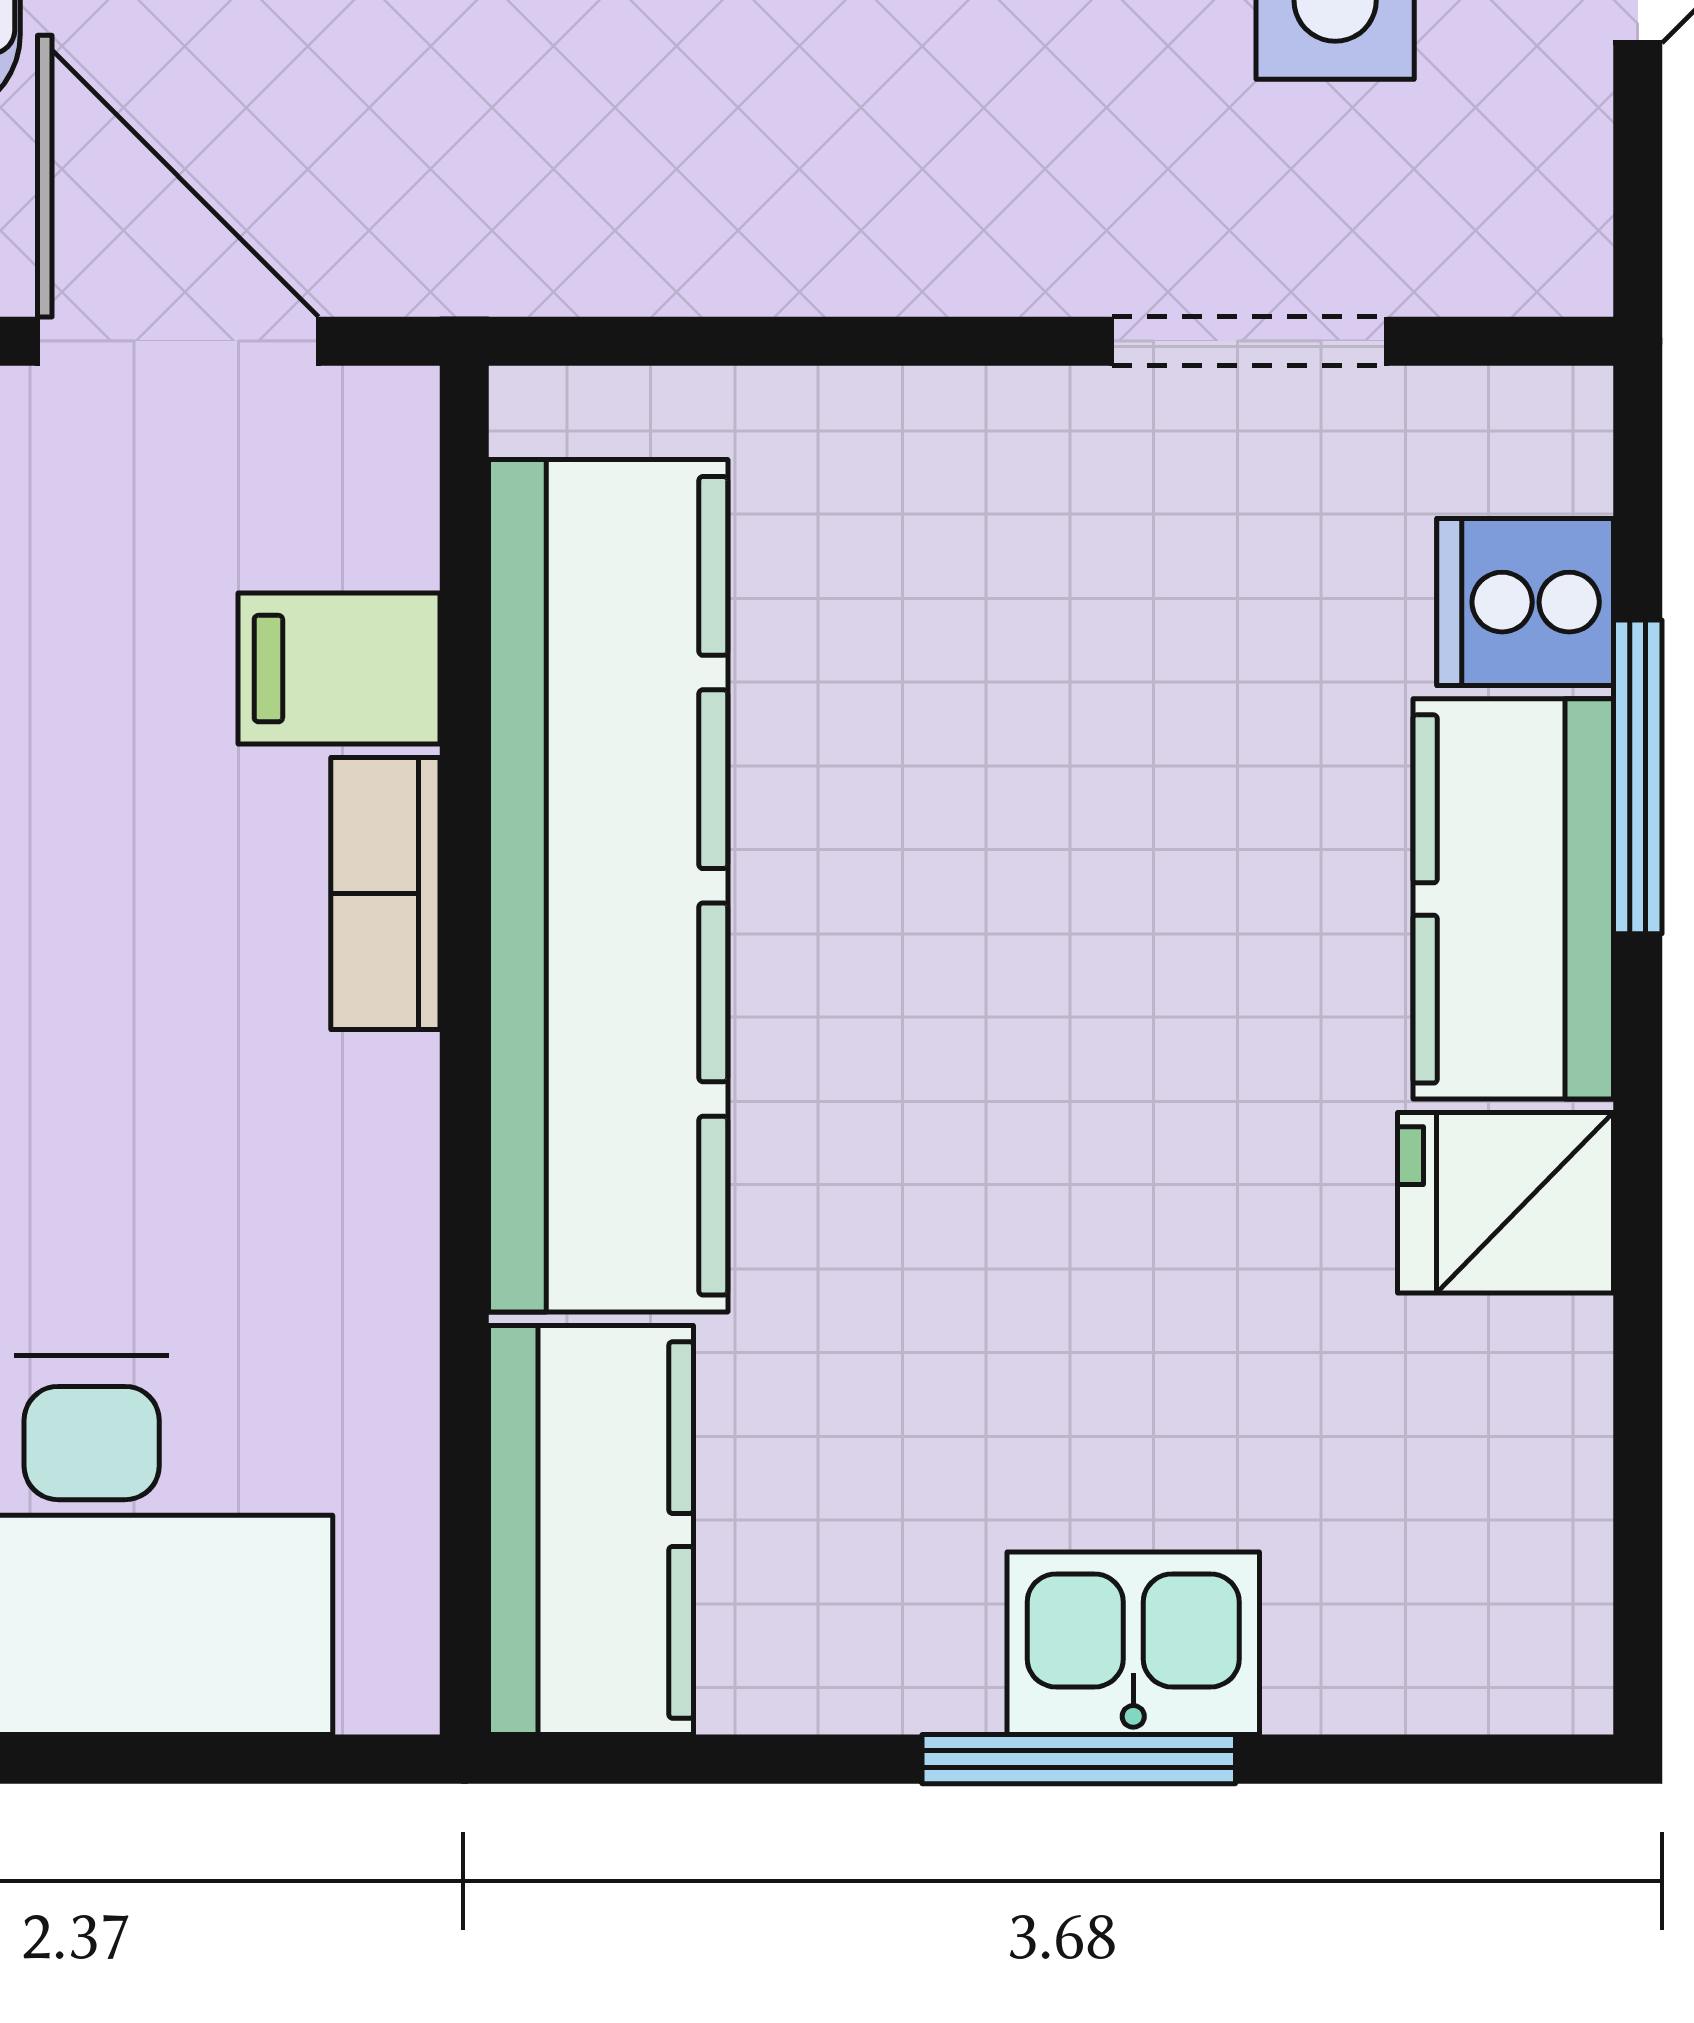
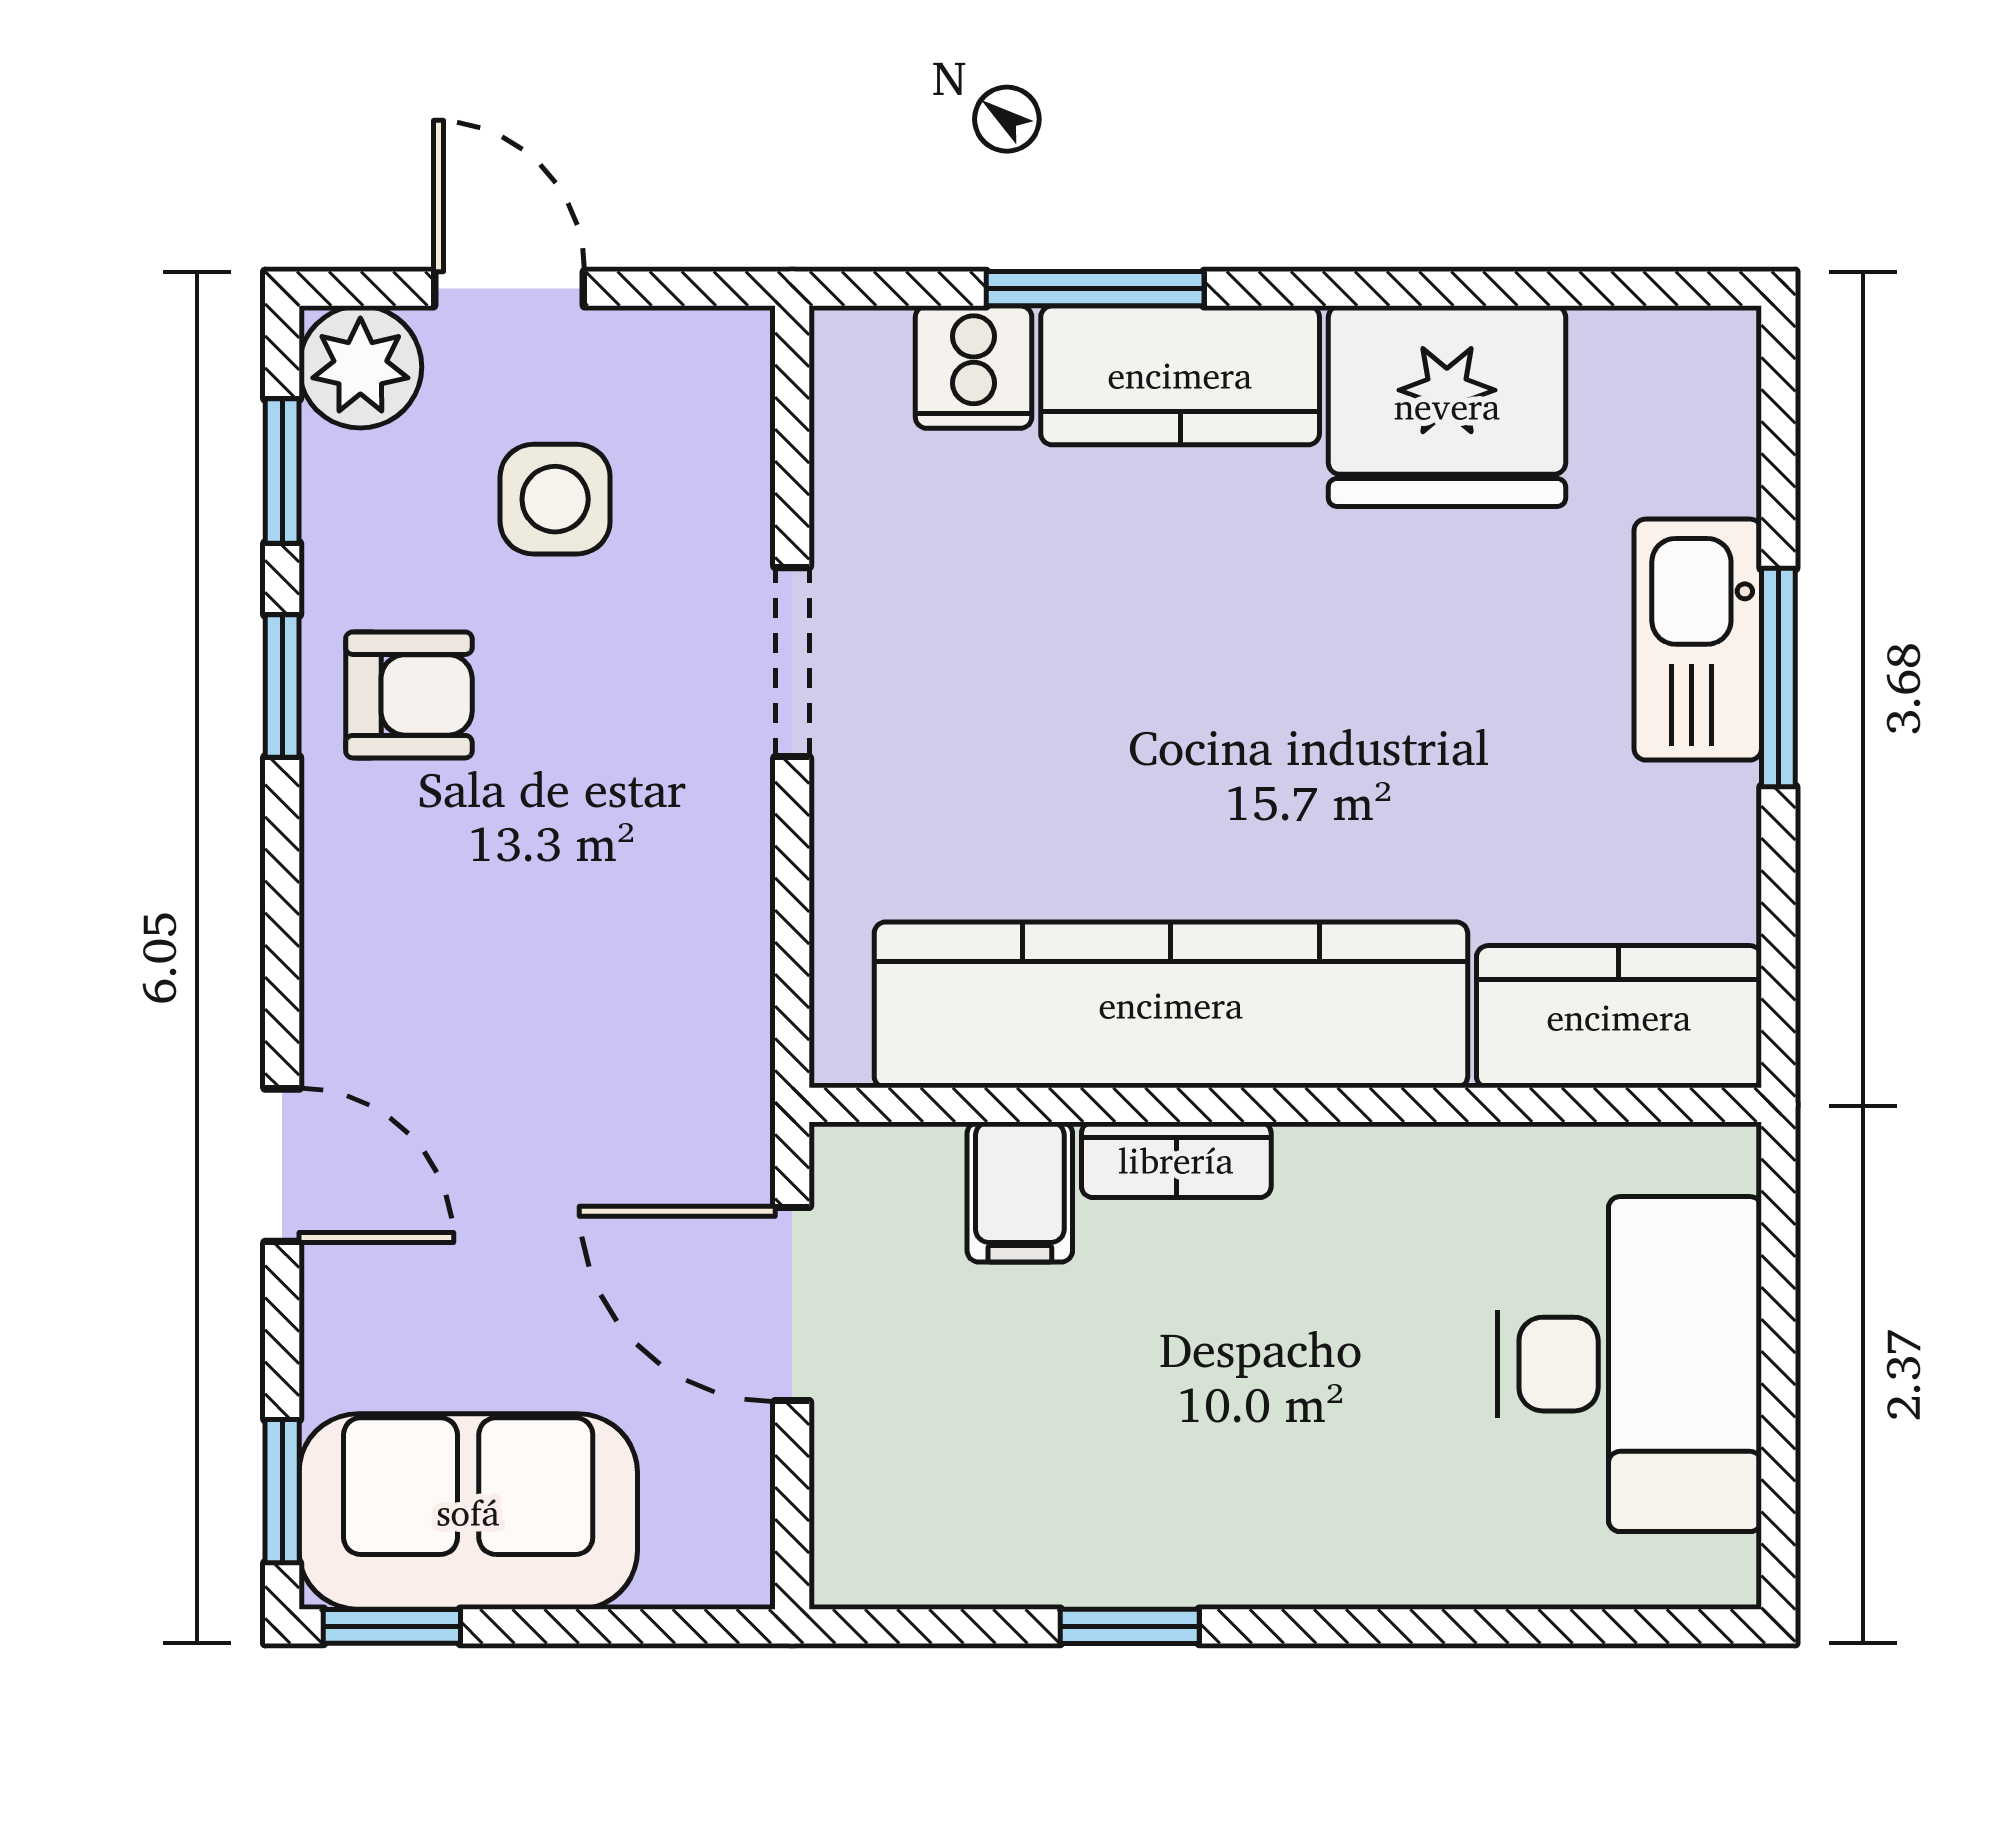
door: (178, 341) -> (792, 1304), hinge flipped
doorway: (1249, 341) -> (792, 662), moved
fridge: (1505, 1203) -> (1447, 406), width x1.88, depth x1.34
kitchen sink: (1133, 1643) -> (1698, 640), width x1.38

